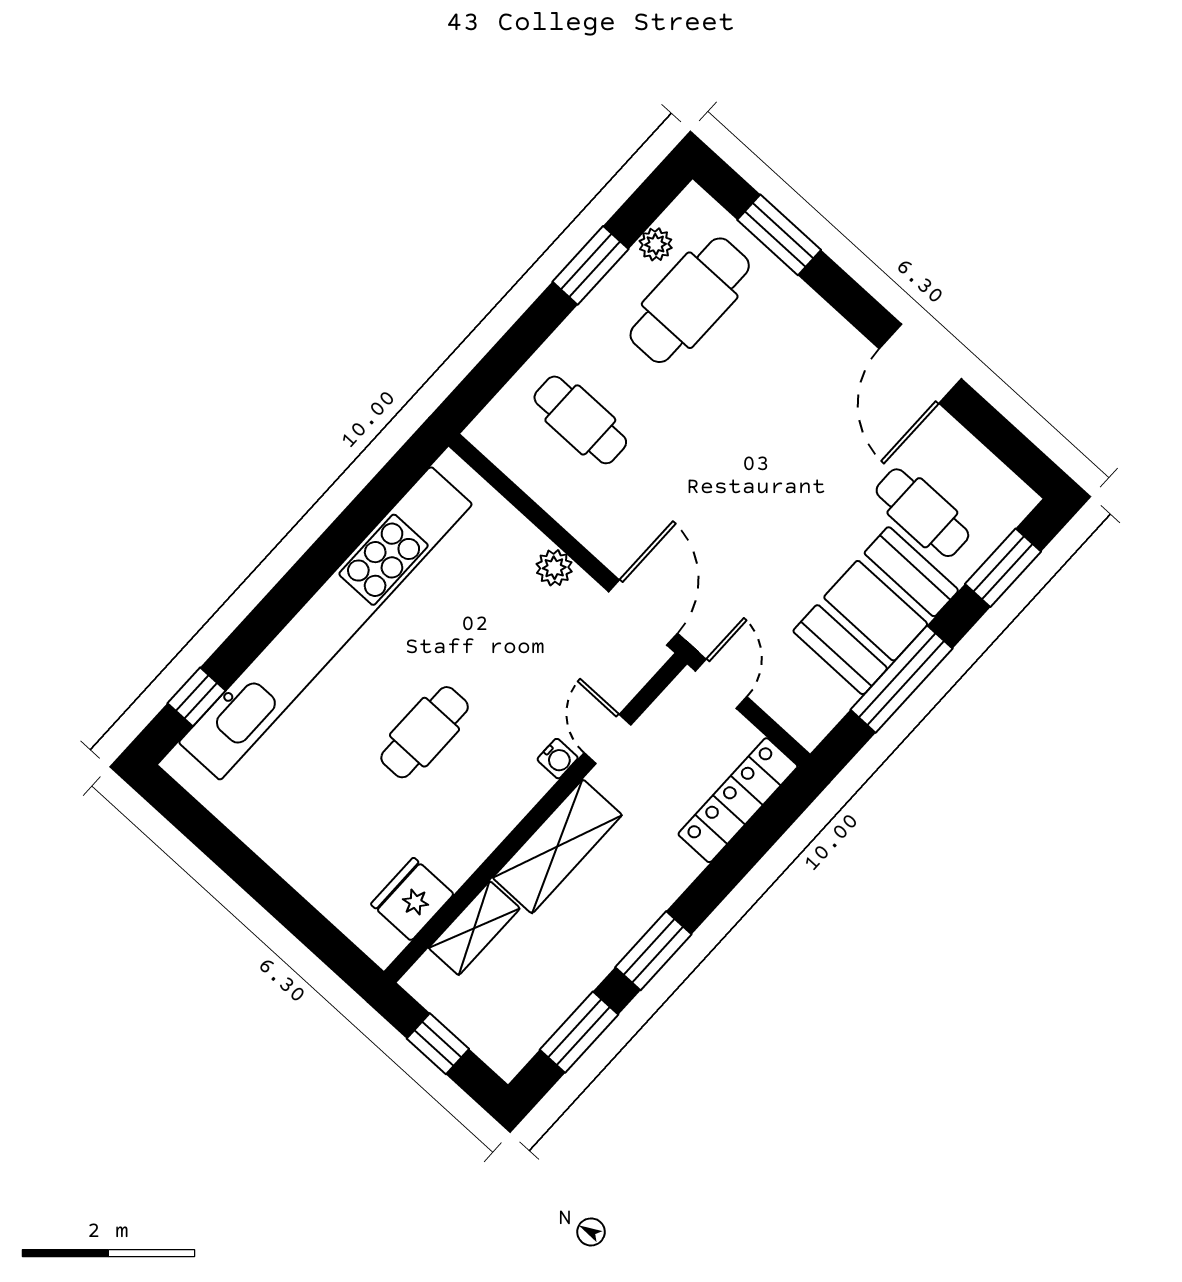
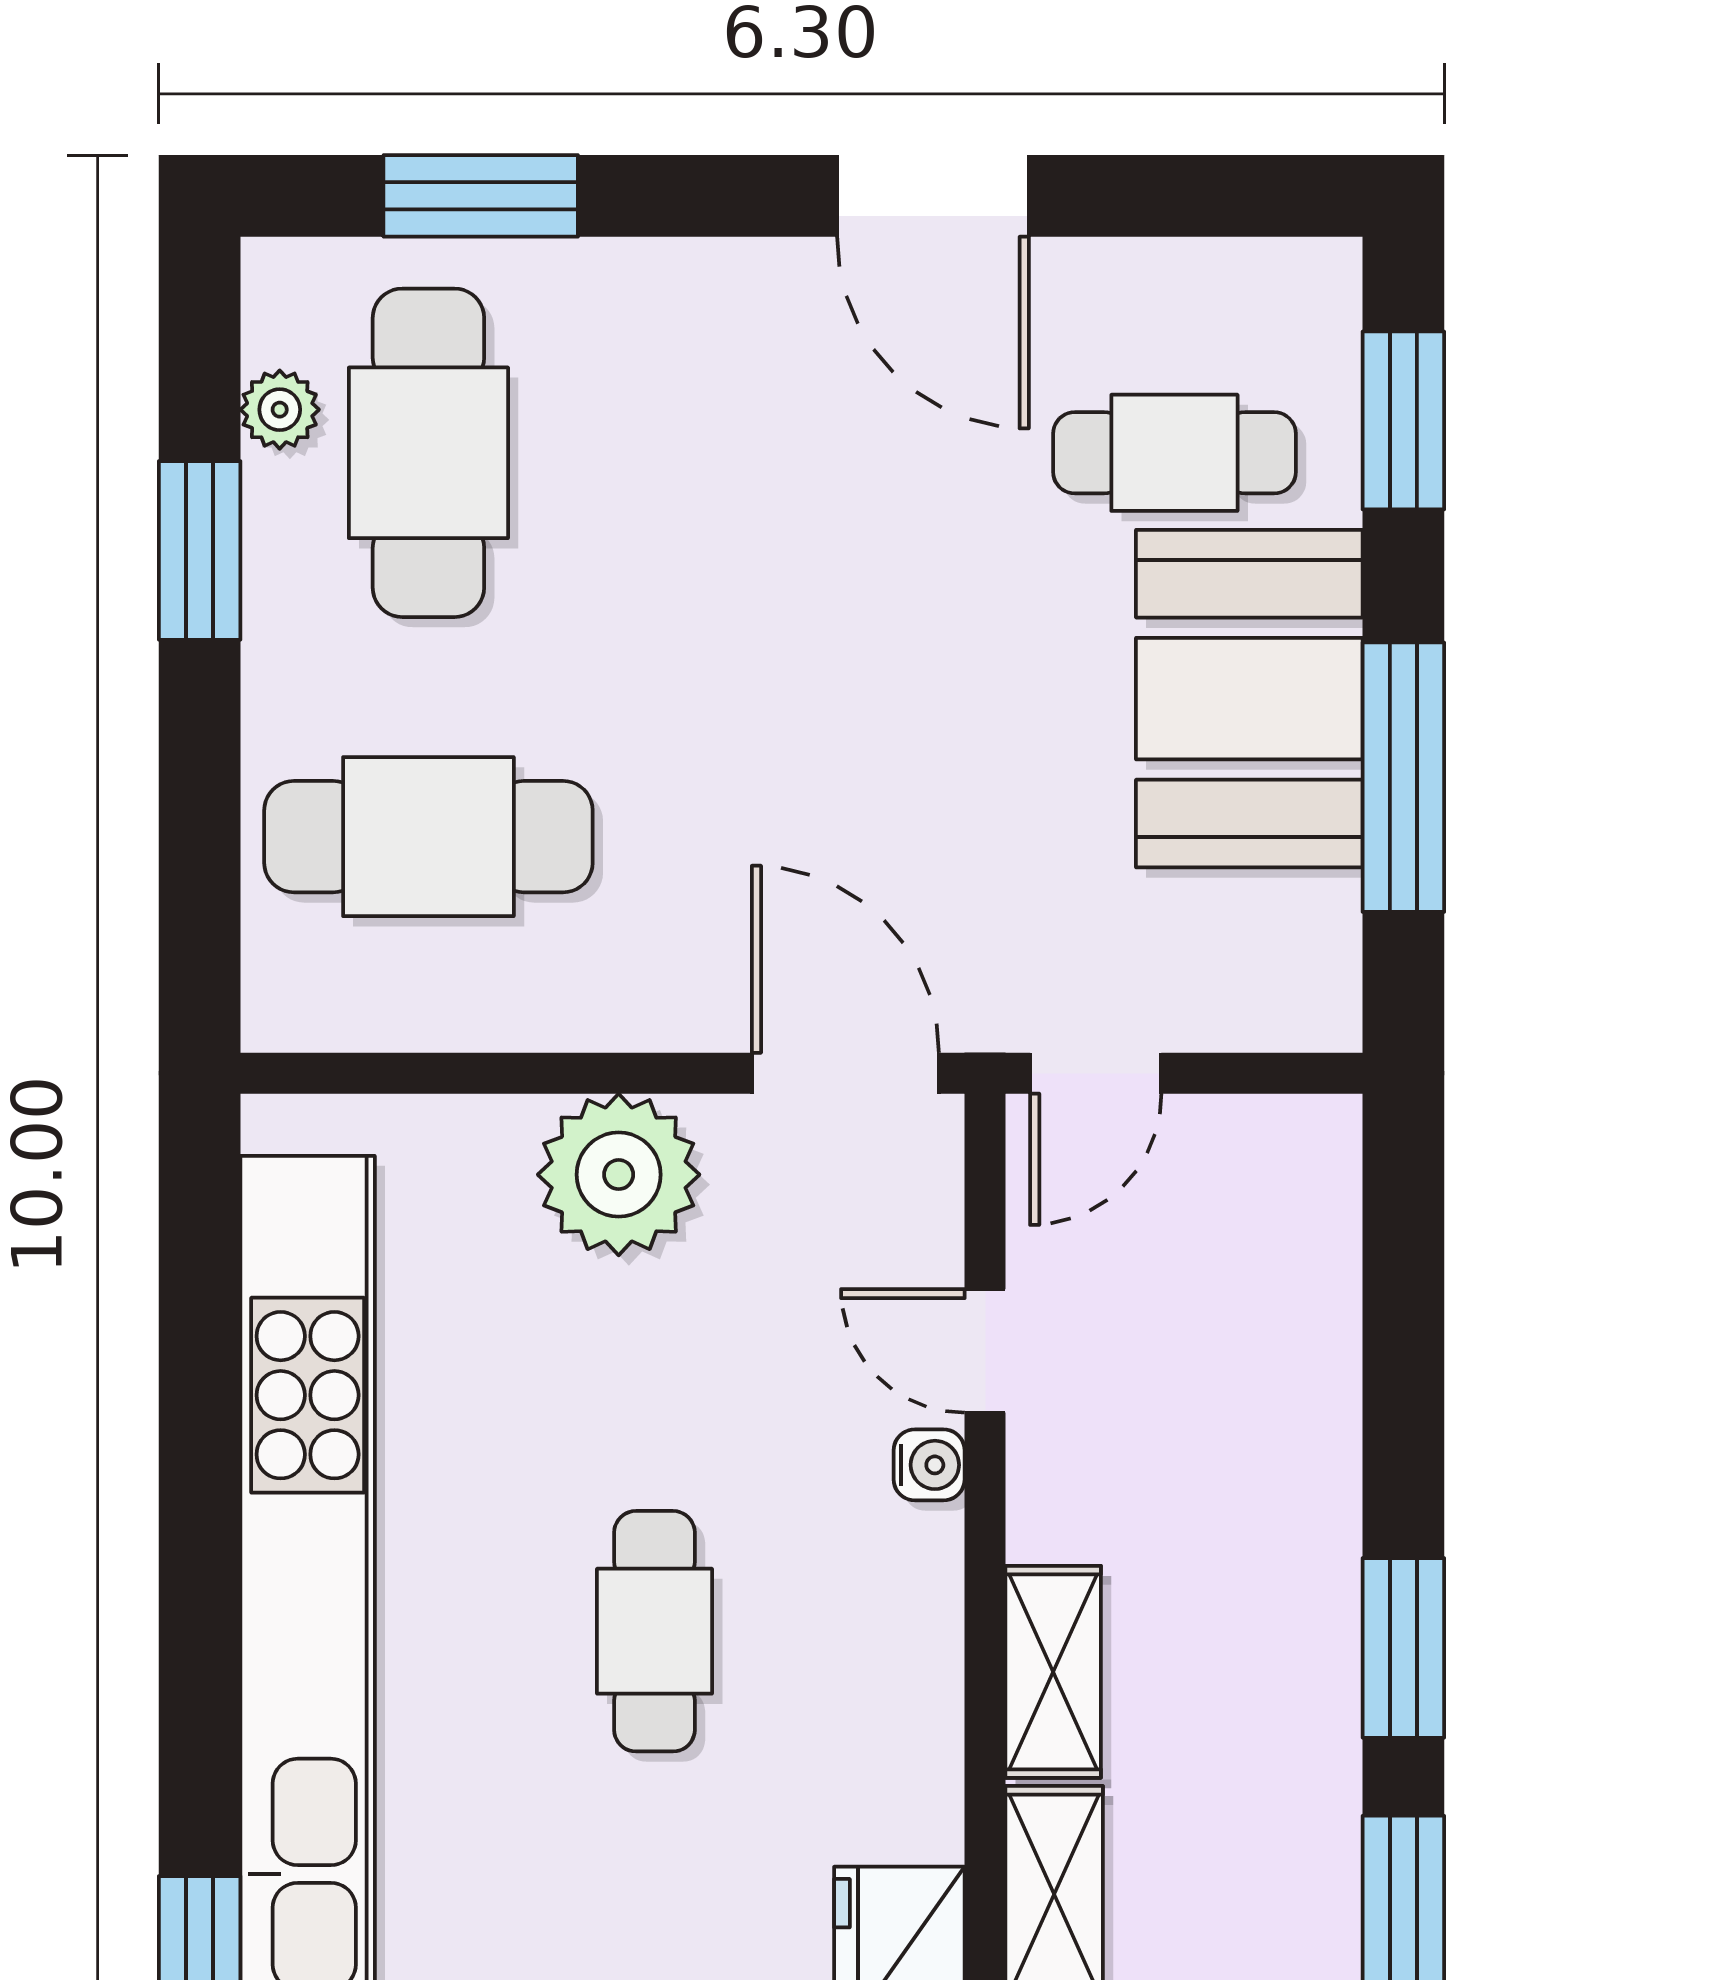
cafe table: (580, 420) -> (428, 837), width x1.37, depth x1.35
plant: (554, 568) -> (619, 1175), width x1.88, depth x1.88
door: (721, 684) -> (1096, 1073), swing flipped
locker: (738, 800) -> (1311, 1250), removed
shelving: (557, 846) -> (1053, 1672), width x0.67, depth x0.75

